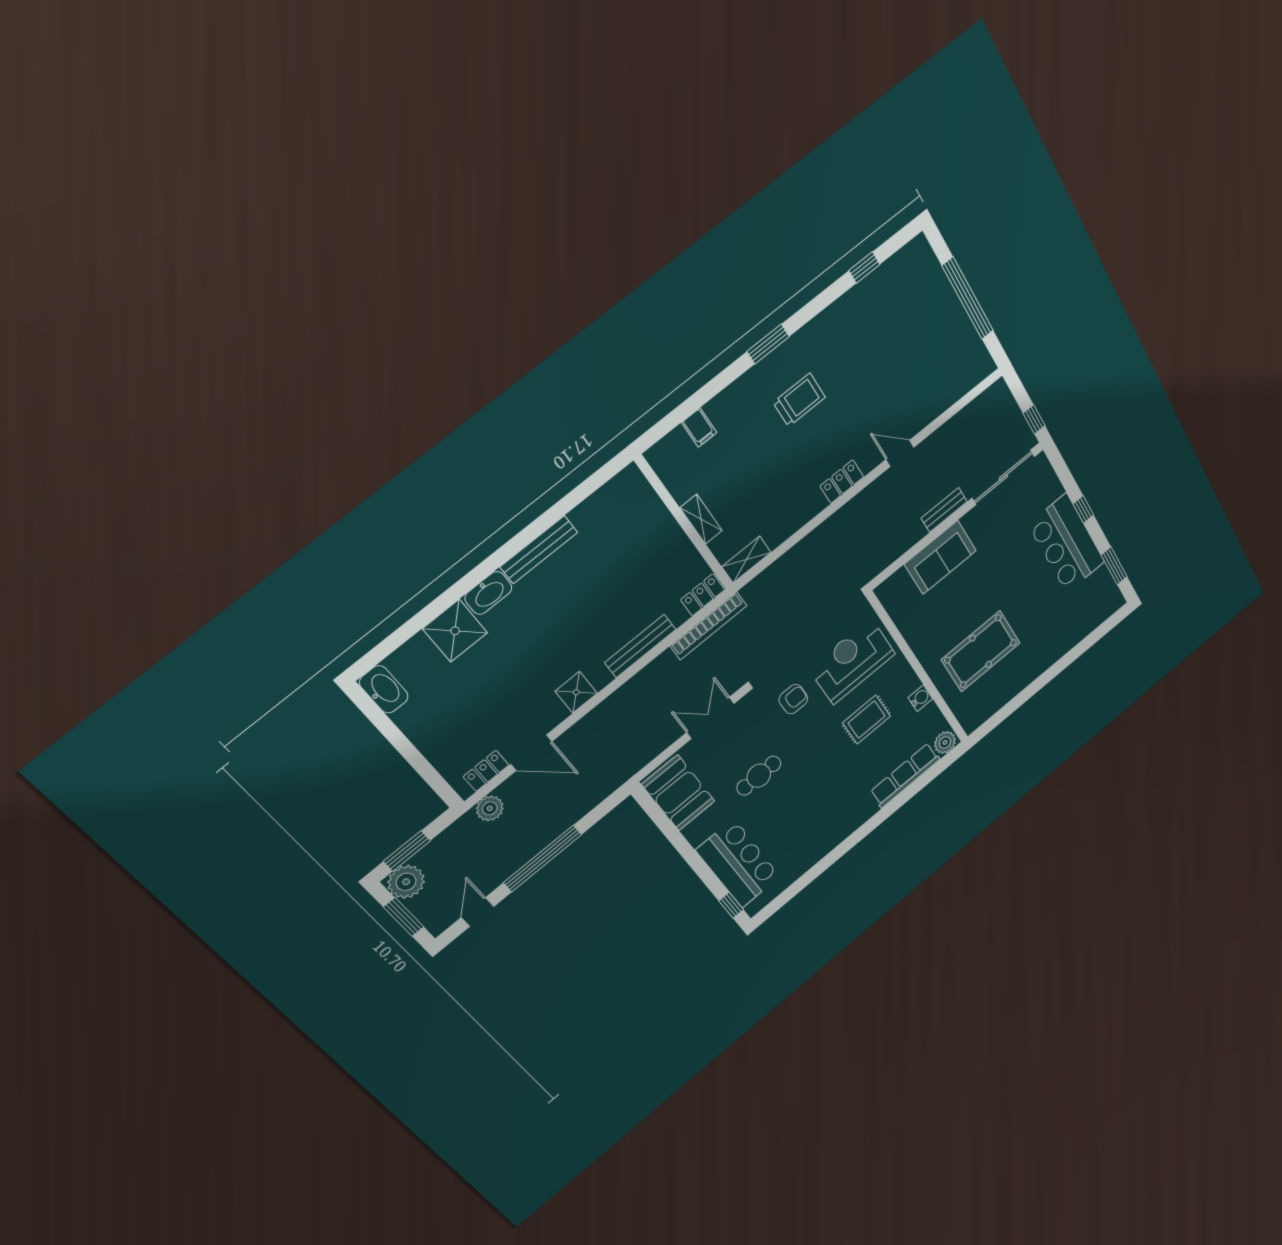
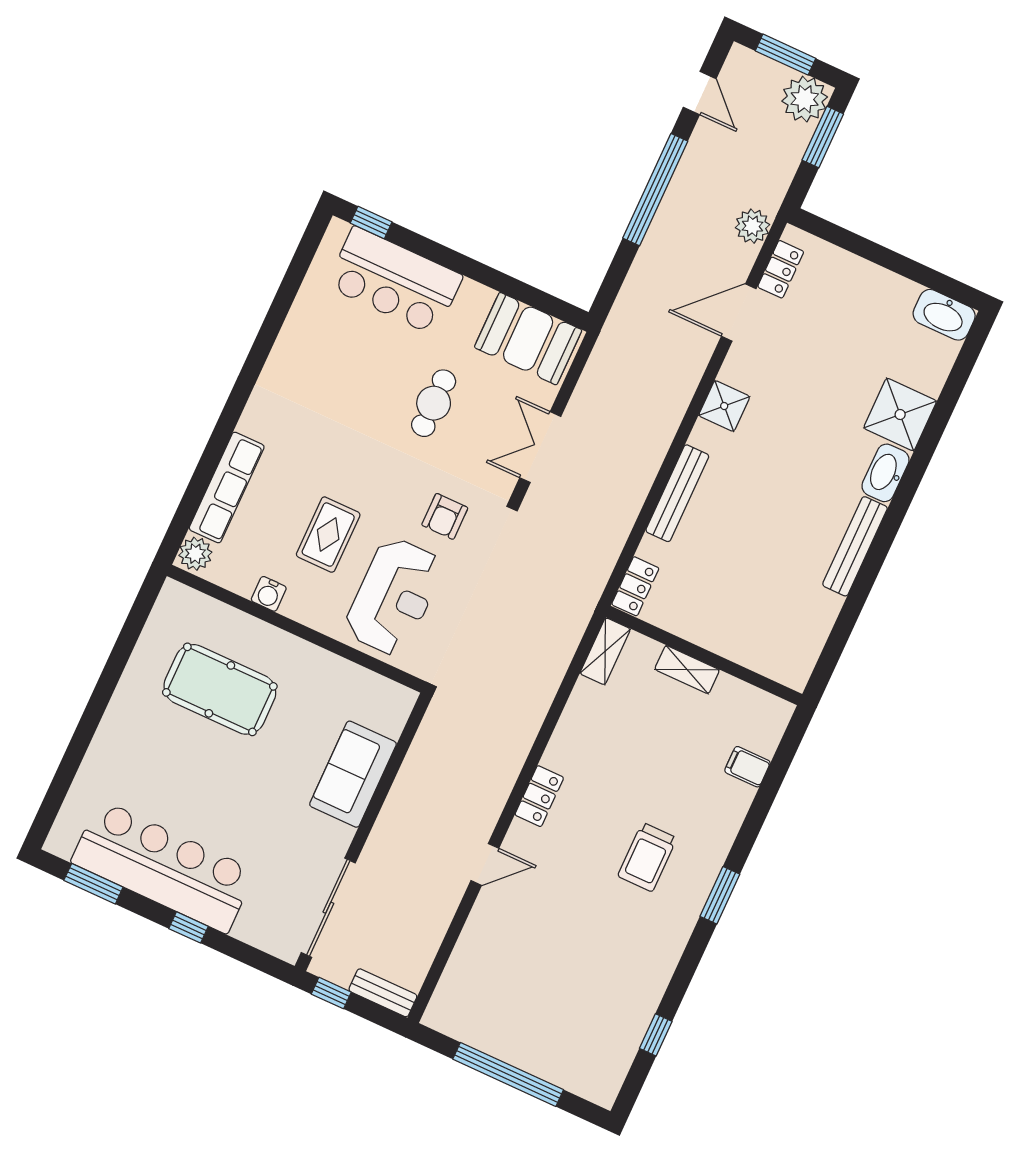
bench: (944, 510) -> (383, 993), moved, turned 90
bar counter: (1067, 543) -> (163, 867), width x1.36
bookcase: (709, 626) -> (607, 554), removed
pool table: (981, 651) -> (220, 689), turned 90
double door: (710, 718) -> (540, 447), swing flipped

